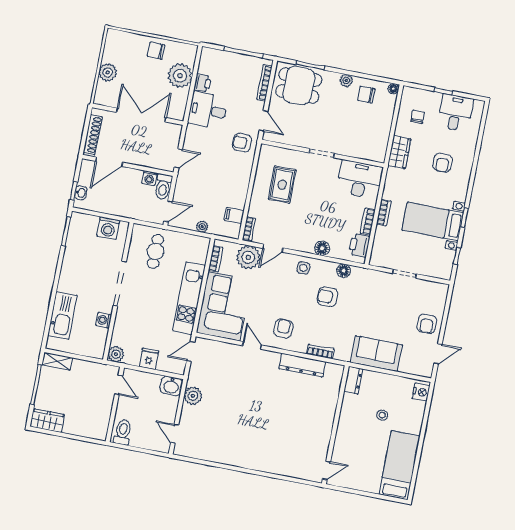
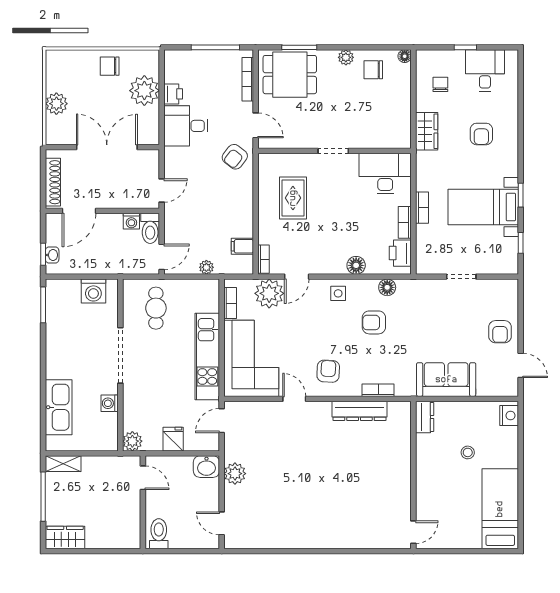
armchair: (242, 143) -> (235, 157), turned -52
door: (438, 354) -> (521, 365), hinge flipped

